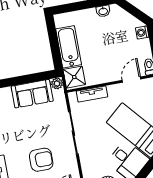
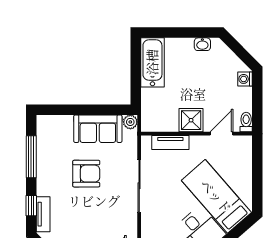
bathtub: (69, 47) -> (152, 62), moved
shower: (74, 77) -> (191, 120), moved
armchair: (41, 160) -> (86, 174), moved

